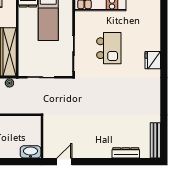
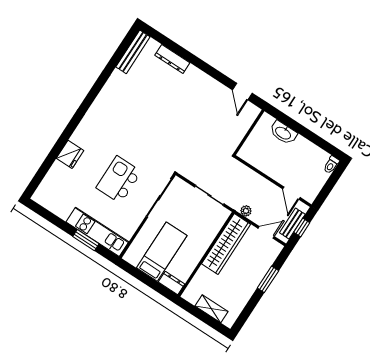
fridge: (153, 60) -> (70, 154), moved
washbasin: (31, 152) -> (283, 133), moved
door: (64, 162) -> (242, 91), hinge flipped

